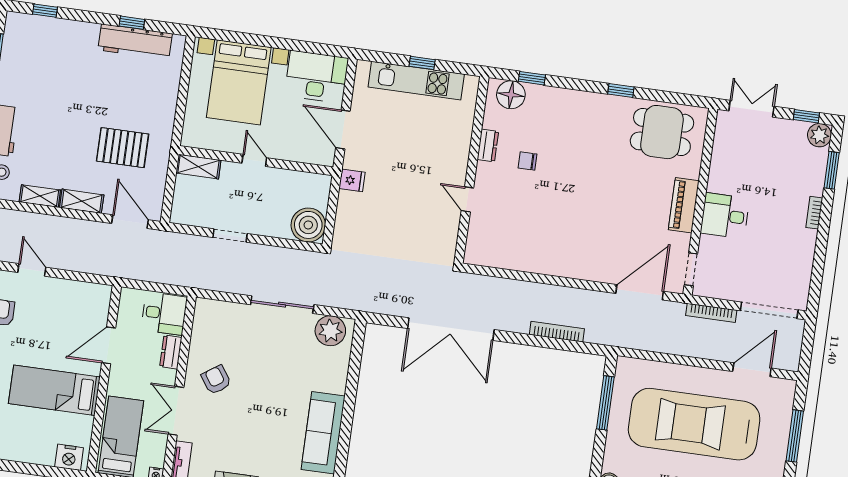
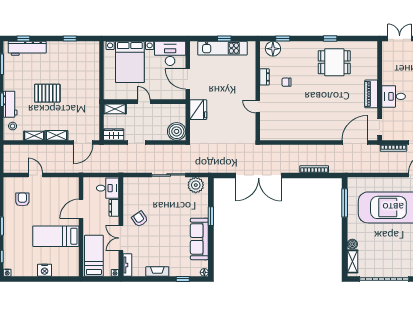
workbench: (135, 42) -> (27, 48), moved
dining table: (662, 132) -> (334, 62), moved
pallet: (123, 148) -> (47, 93), moved
fridge: (352, 180) -> (198, 110), width x1.88, depth x1.34
wardrobe: (189, 215) -> (114, 135), added
door: (130, 222) -> (83, 143), swing flipped
window: (351, 393) -> (211, 216), added
nightstand: (69, 457) -> (45, 270), moved

